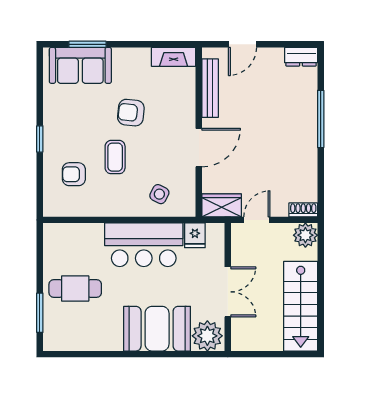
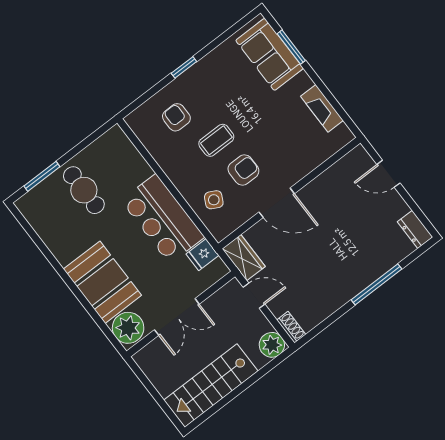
fireplace: (174, 57) -> (322, 108), moved
bench: (210, 88) -> (332, 175), removed
armchair: (131, 113) -> (243, 170), moved, turned 84

